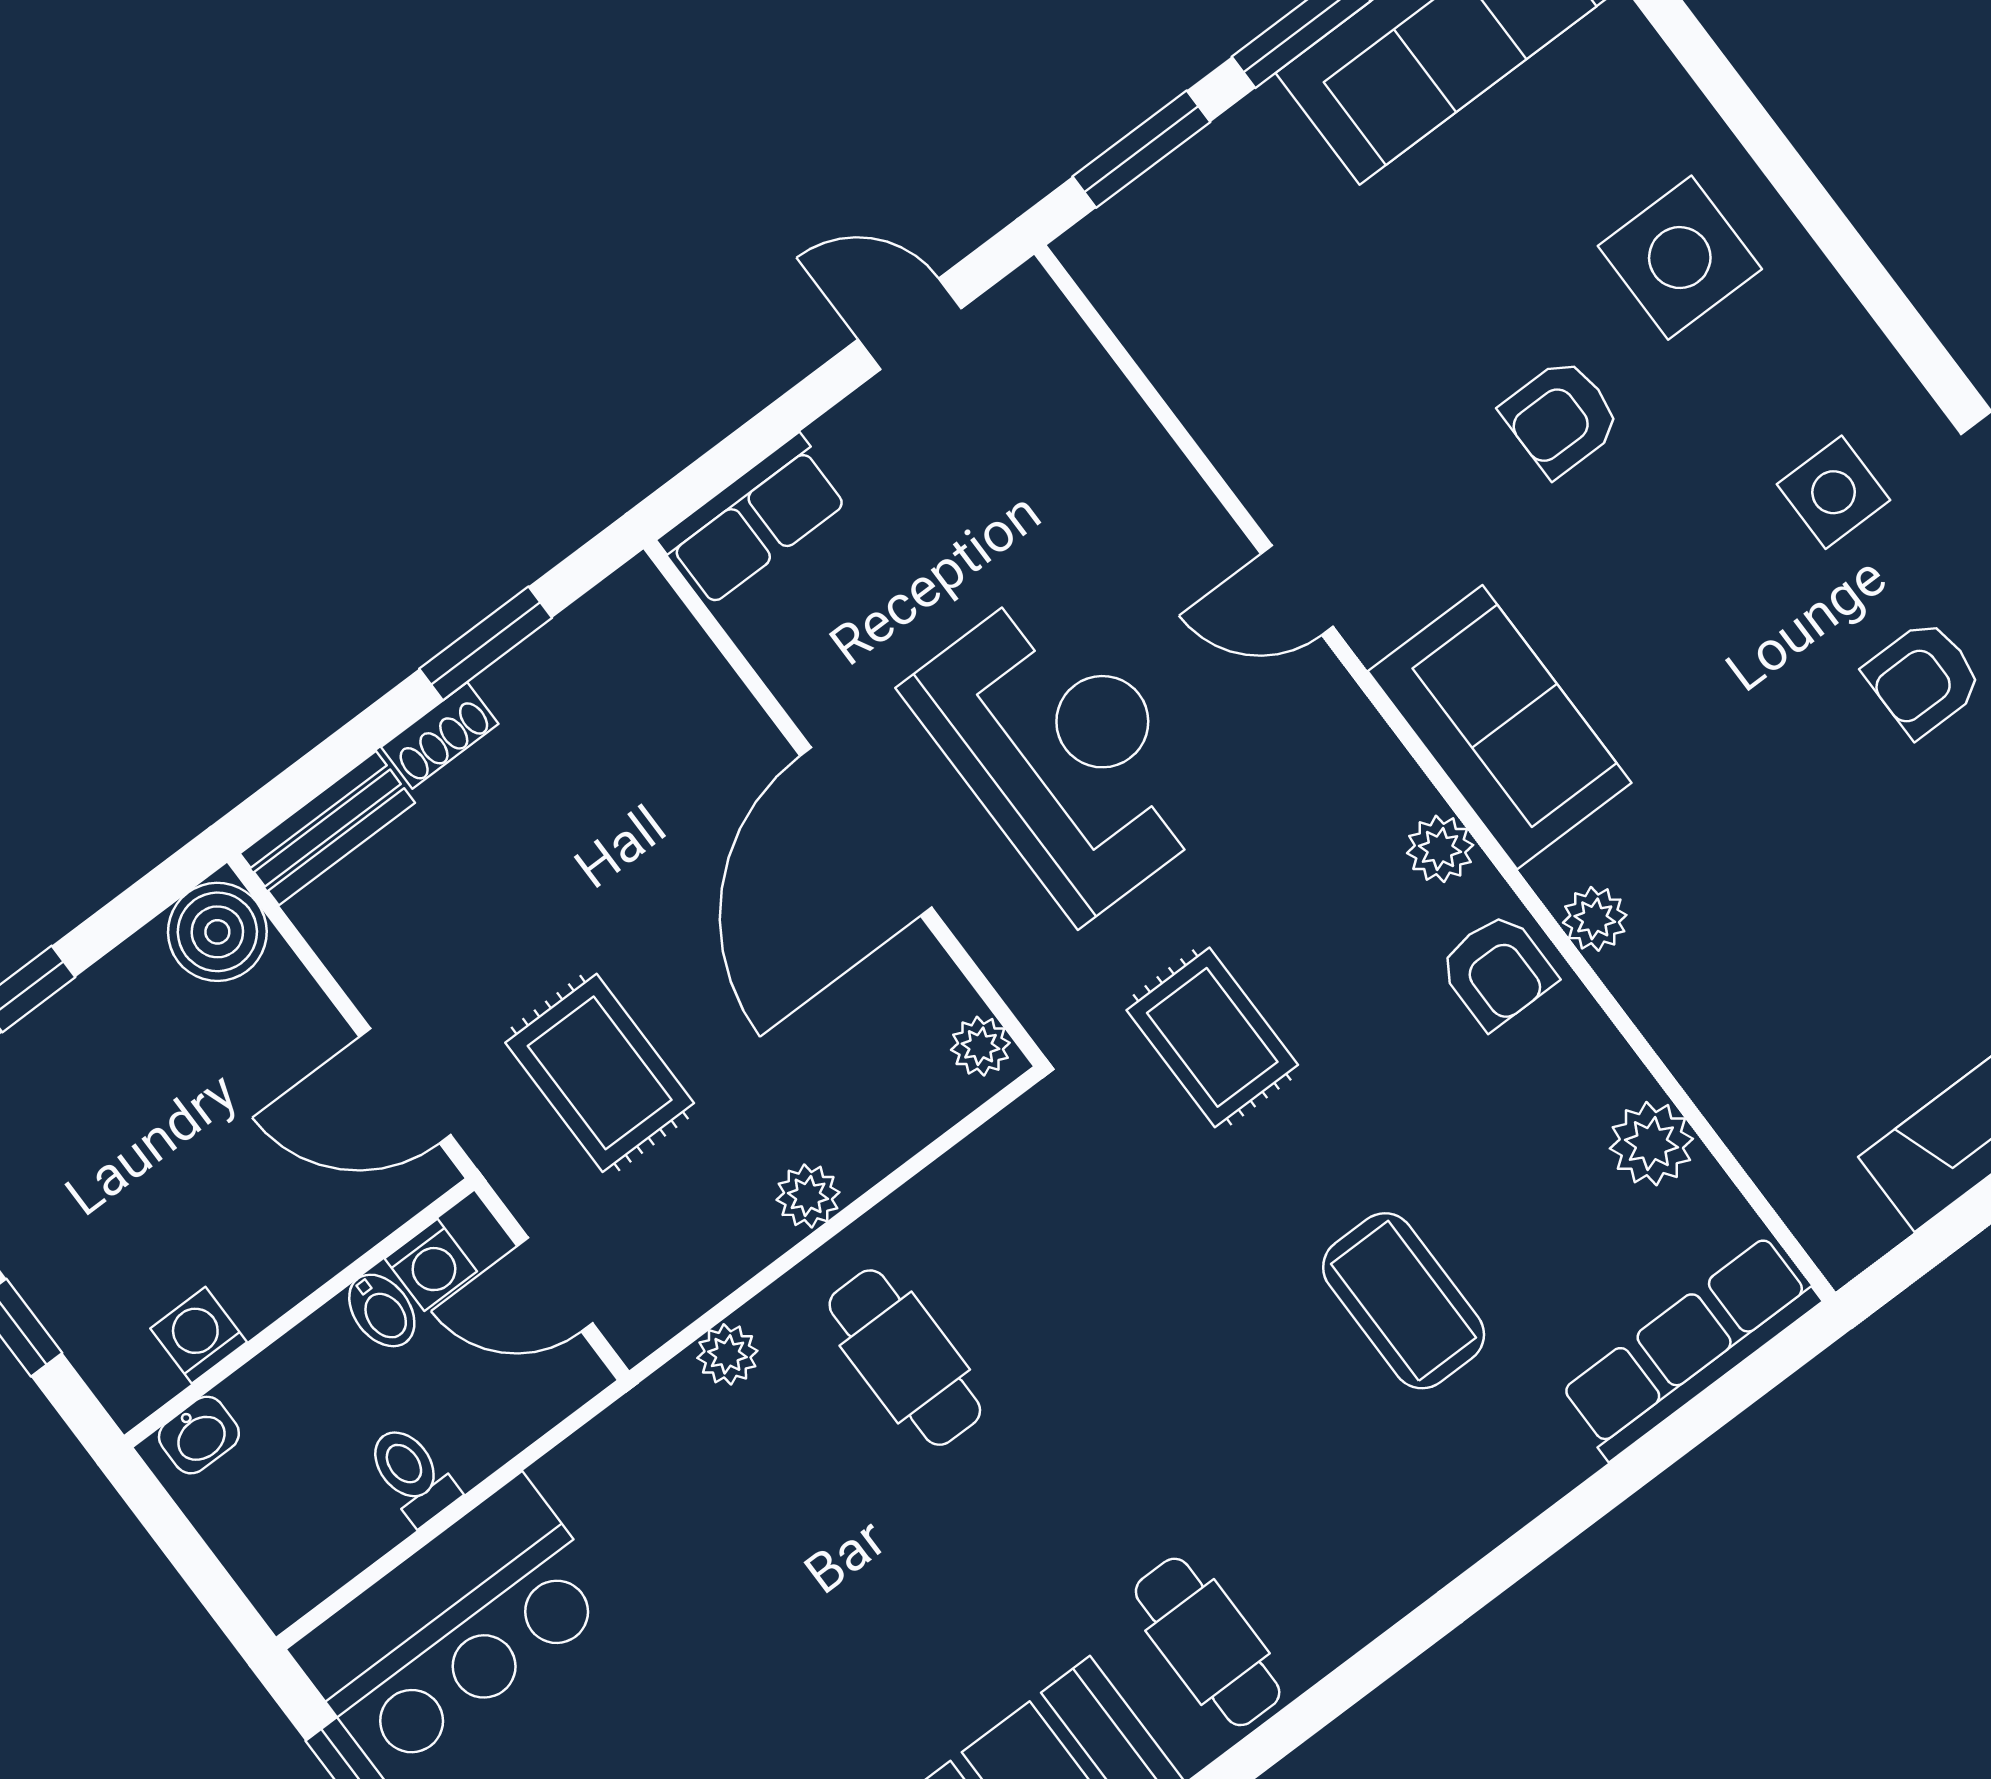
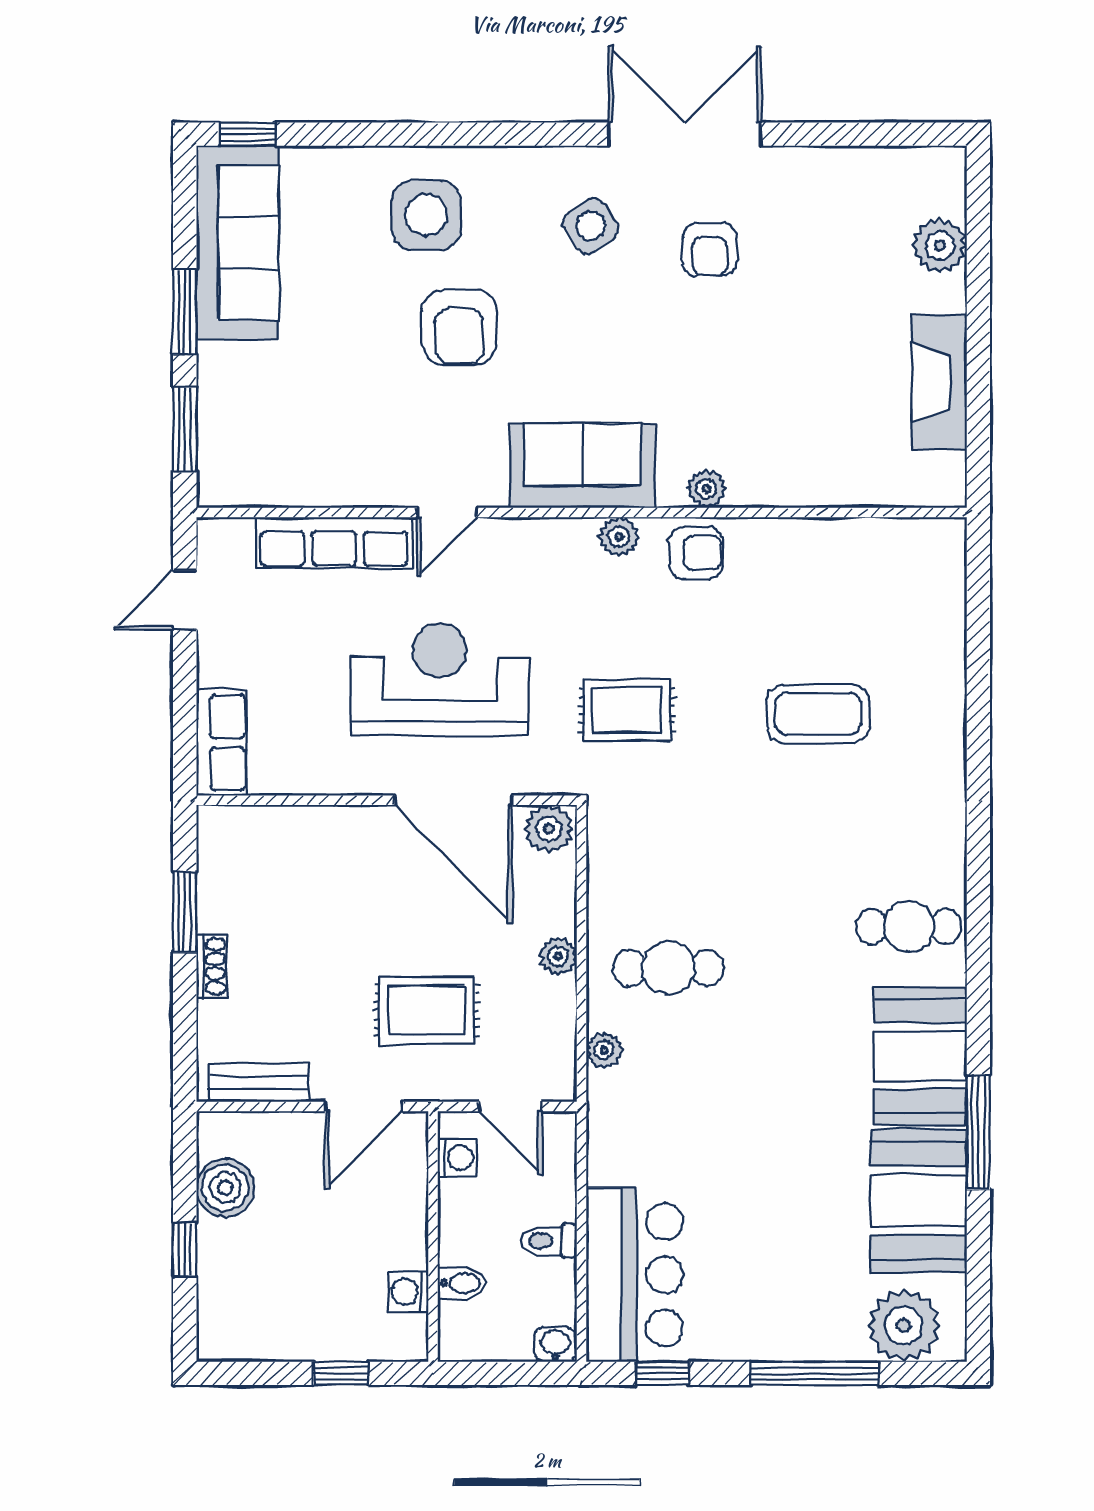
armchair: (1561, 417) -> (459, 327), width x1.38, depth x1.38
side table: (1834, 492) -> (591, 226), turned -35
bench: (327, 828) -> (259, 1083), moved, turned 90
door: (866, 832) -> (453, 800), moved
boiler: (217, 932) -> (225, 1187), moved
plant: (980, 1046) -> (549, 829), width x1.38, depth x1.38
plant: (1651, 1144) -> (832, 542), removed
door: (555, 1285) -> (510, 1107), hinge flipped
bidet: (382, 1310) -> (461, 1283), moved
row of seats: (1690, 1347) -> (334, 543), moved, turned -90
washbasin: (199, 1435) -> (555, 1344), moved, turned -90

